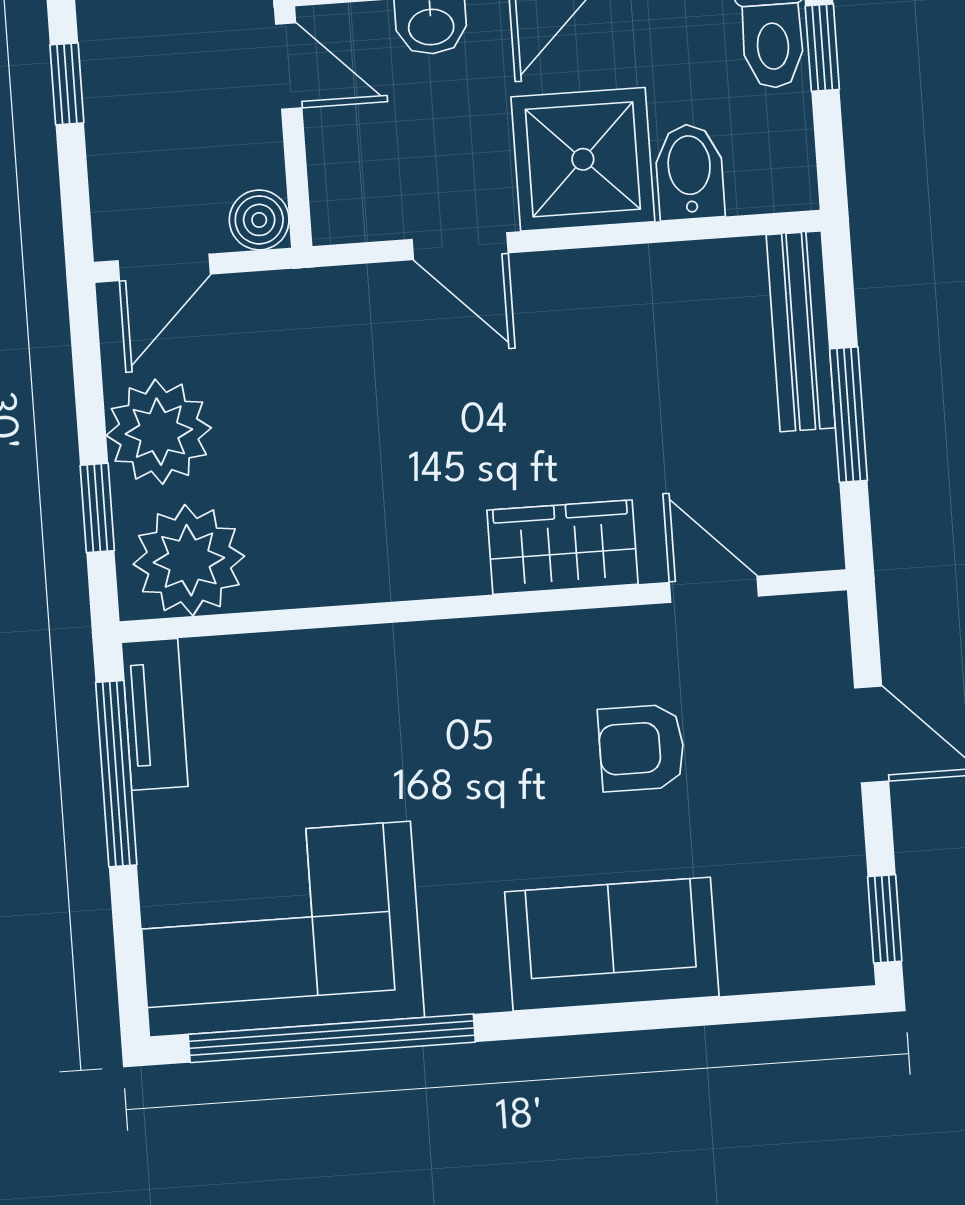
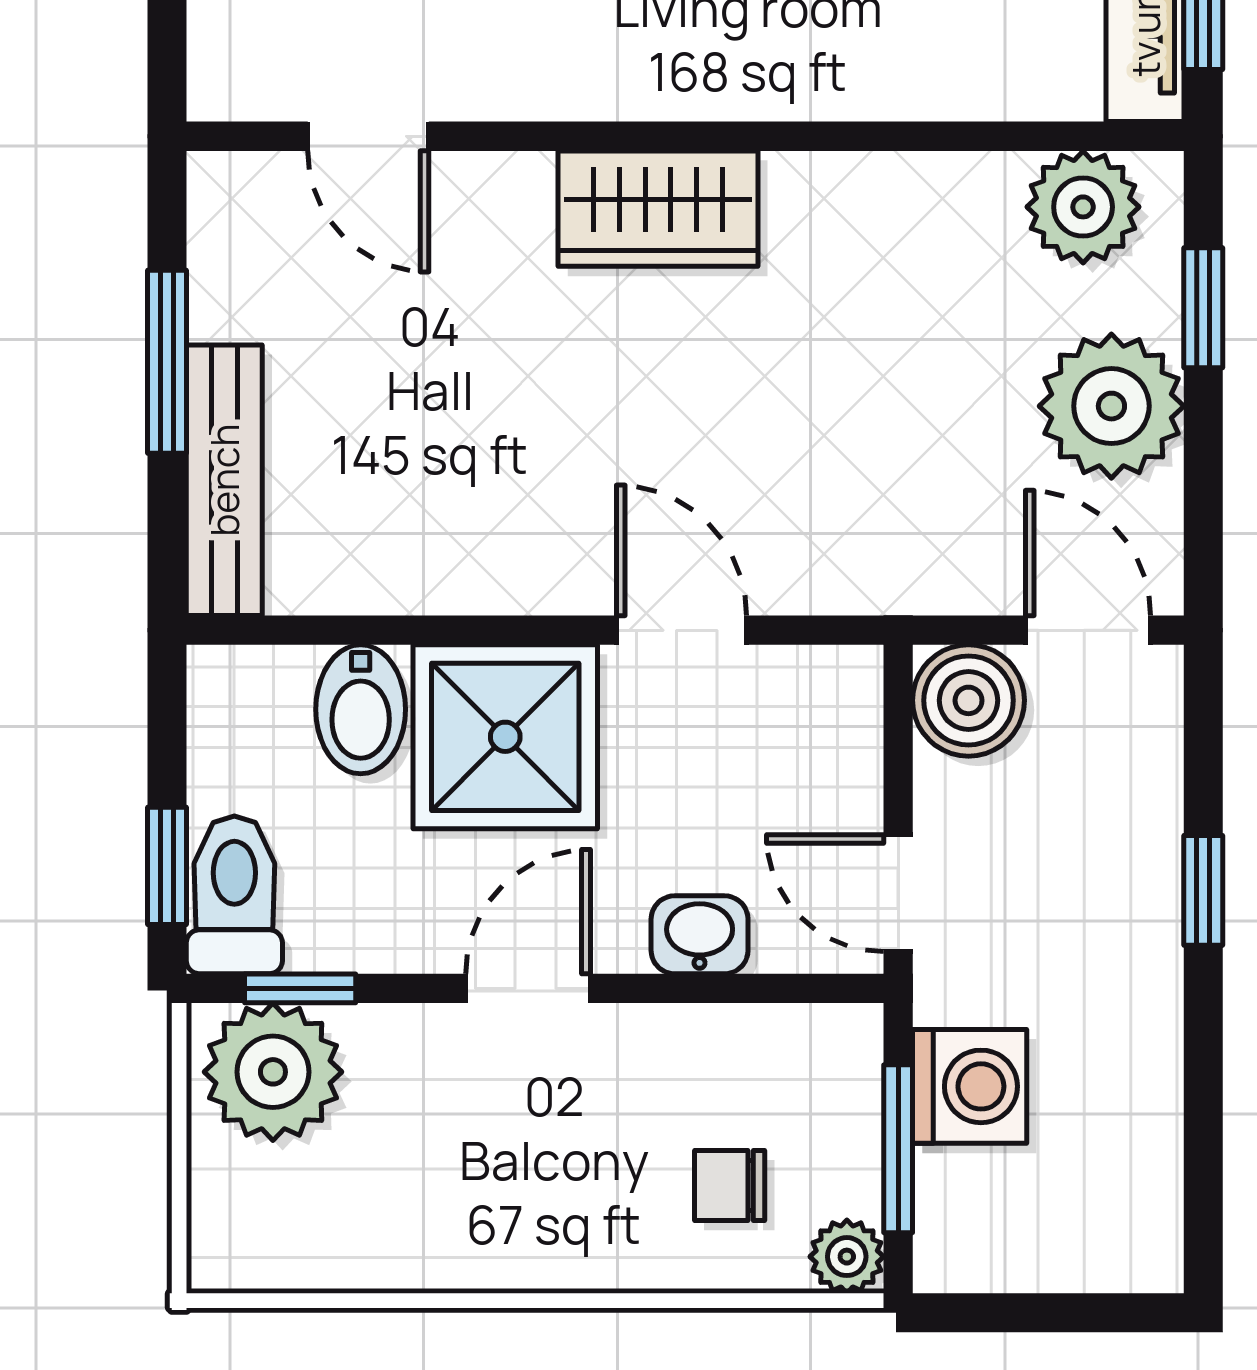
boiler: (259, 220) -> (969, 700), width x1.36, depth x1.36
door: (164, 267) -> (1088, 630), hinge flipped
wardrobe: (563, 547) -> (658, 209), moved
plant: (189, 560) -> (1083, 207), width x0.73, depth x0.73

